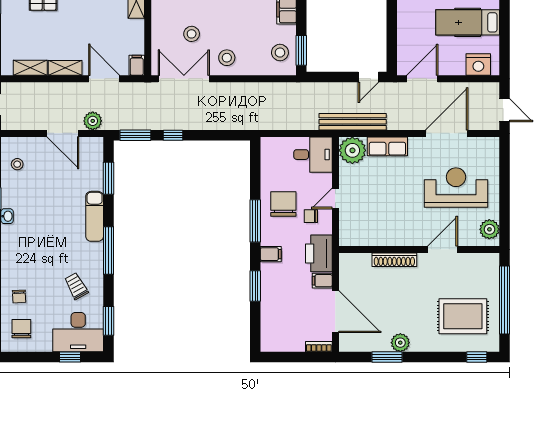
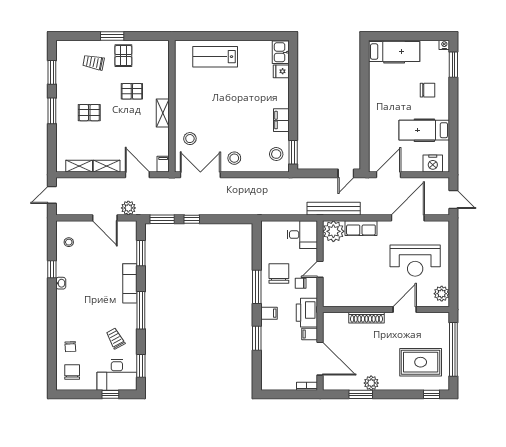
stool: (192, 34) -> (190, 139), moved
reception desk: (456, 188) -> (415, 261), turned 180

